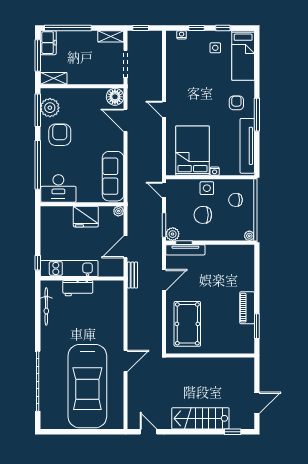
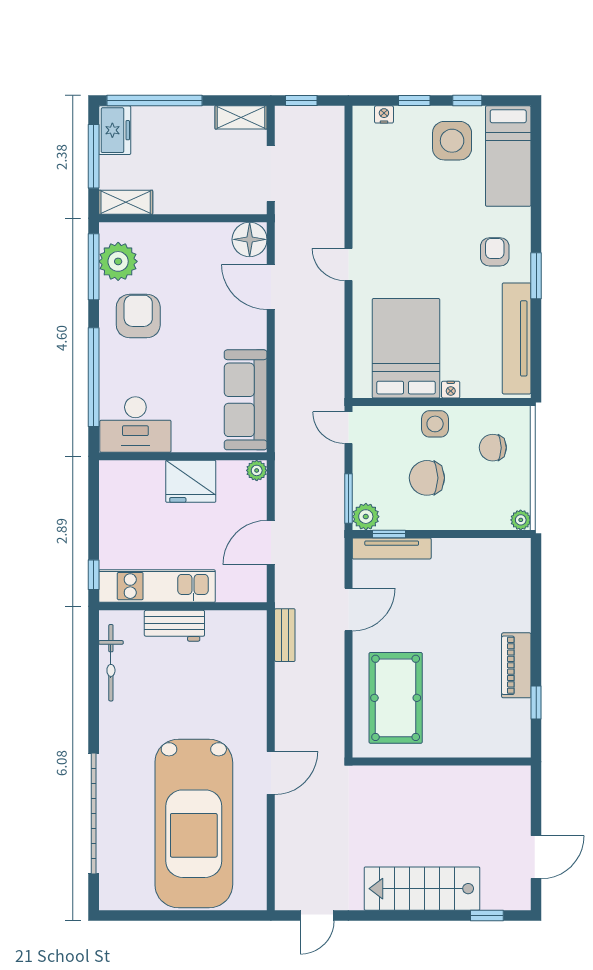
side table: (215, 48) -> (452, 141), width x1.87, depth x1.87
window: (257, 115) -> (536, 276), width x0.69
bench: (132, 275) -> (285, 635), moved
window: (257, 326) -> (536, 702), width x0.67
door: (148, 432) -> (317, 916), swing flipped

